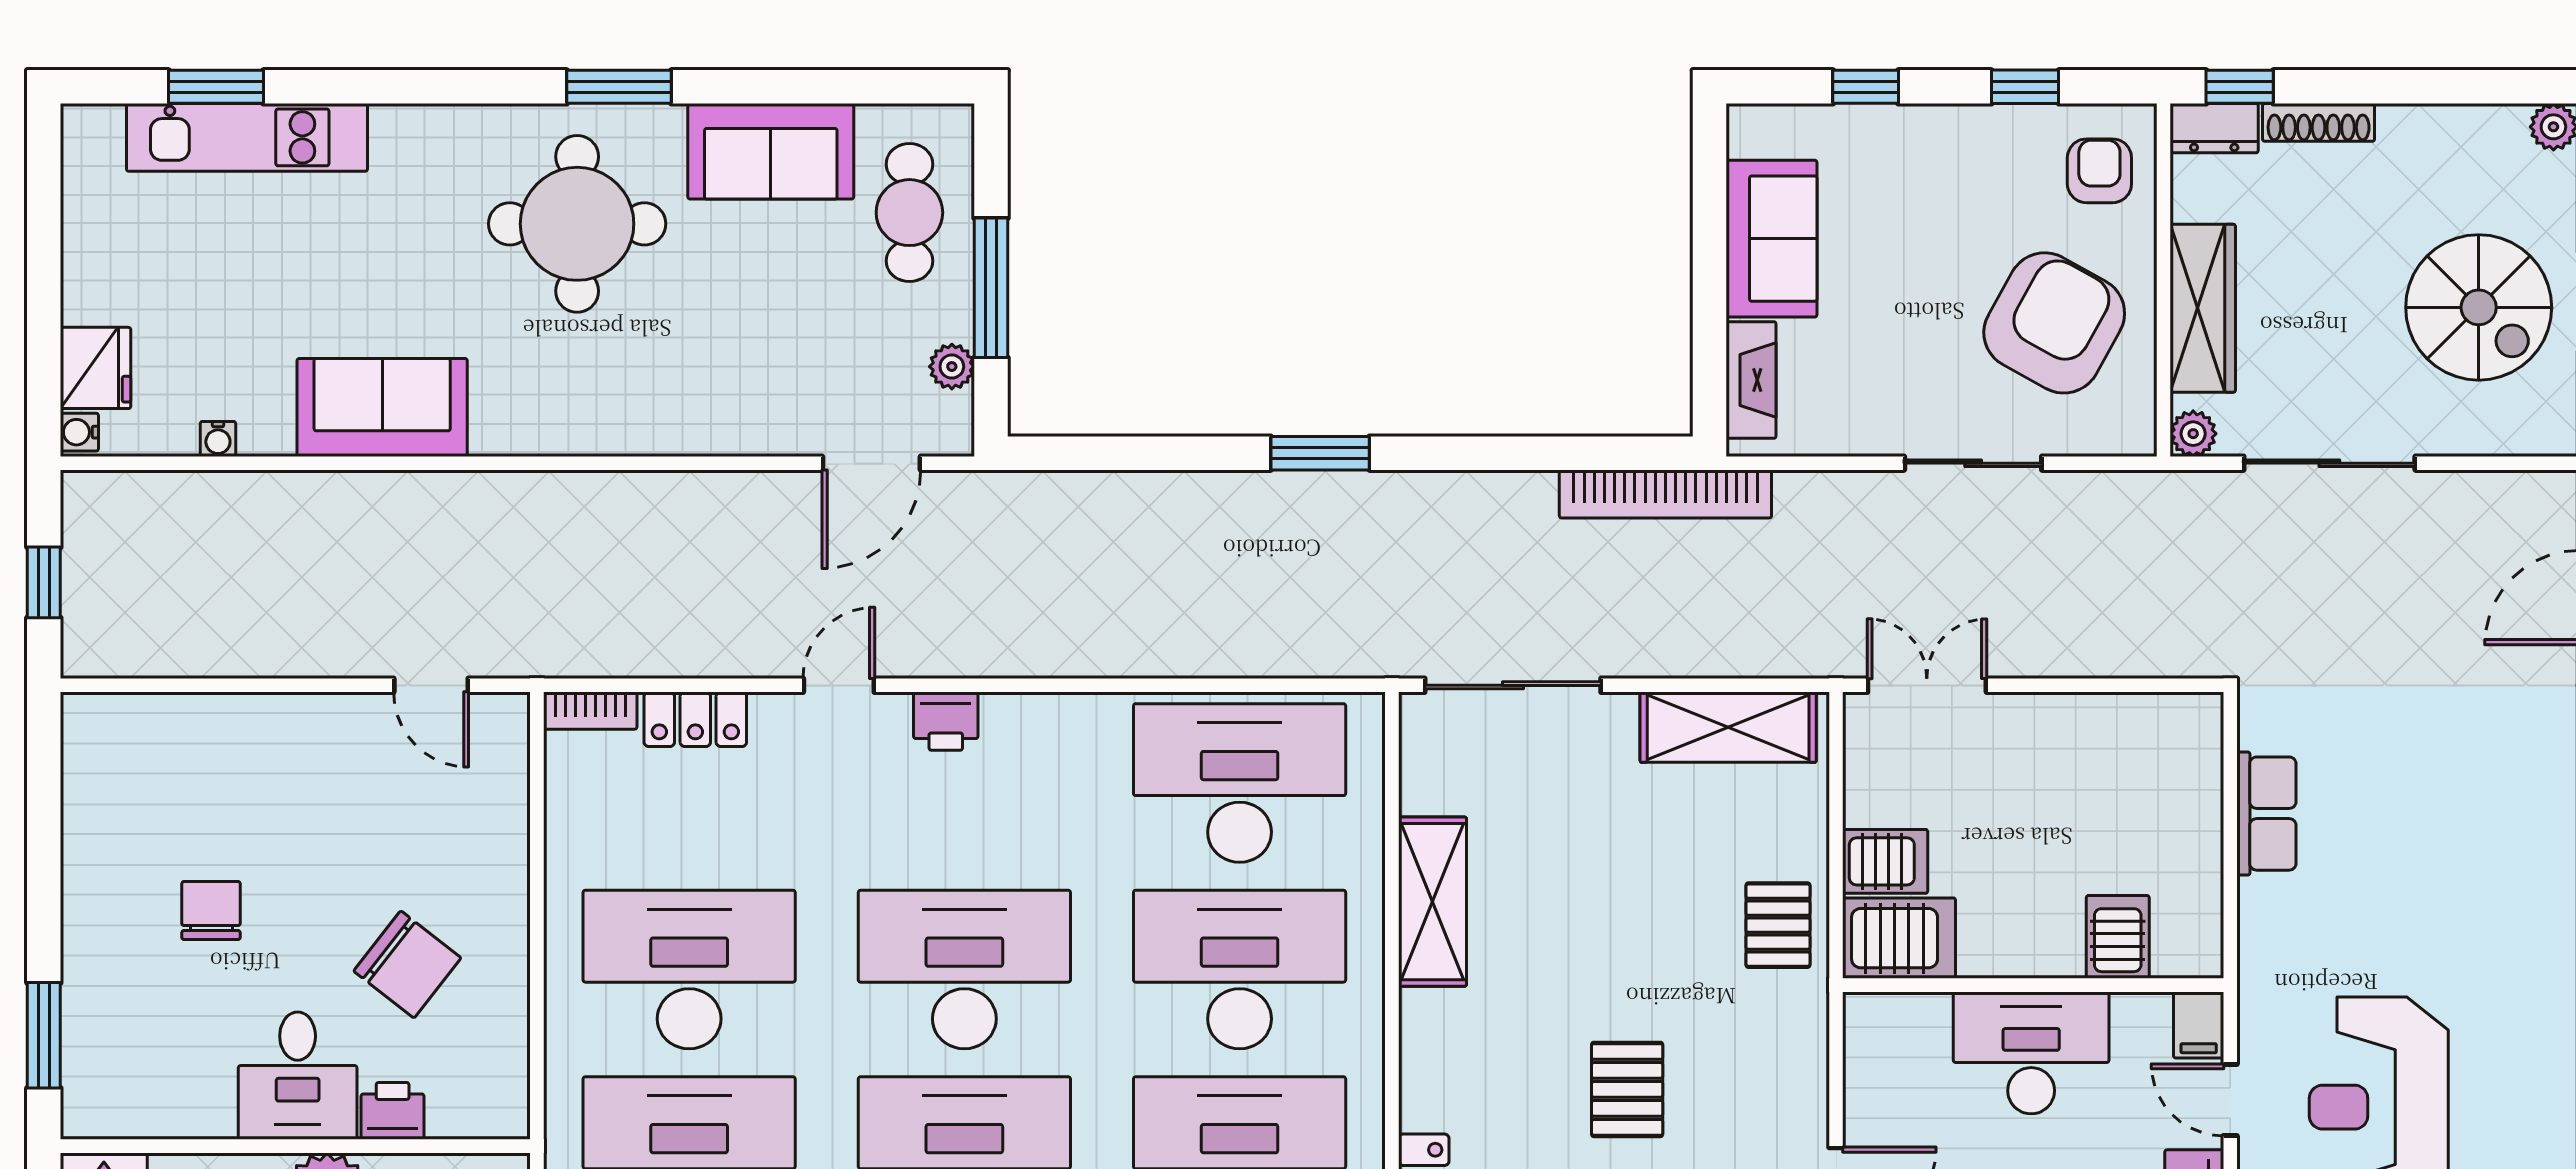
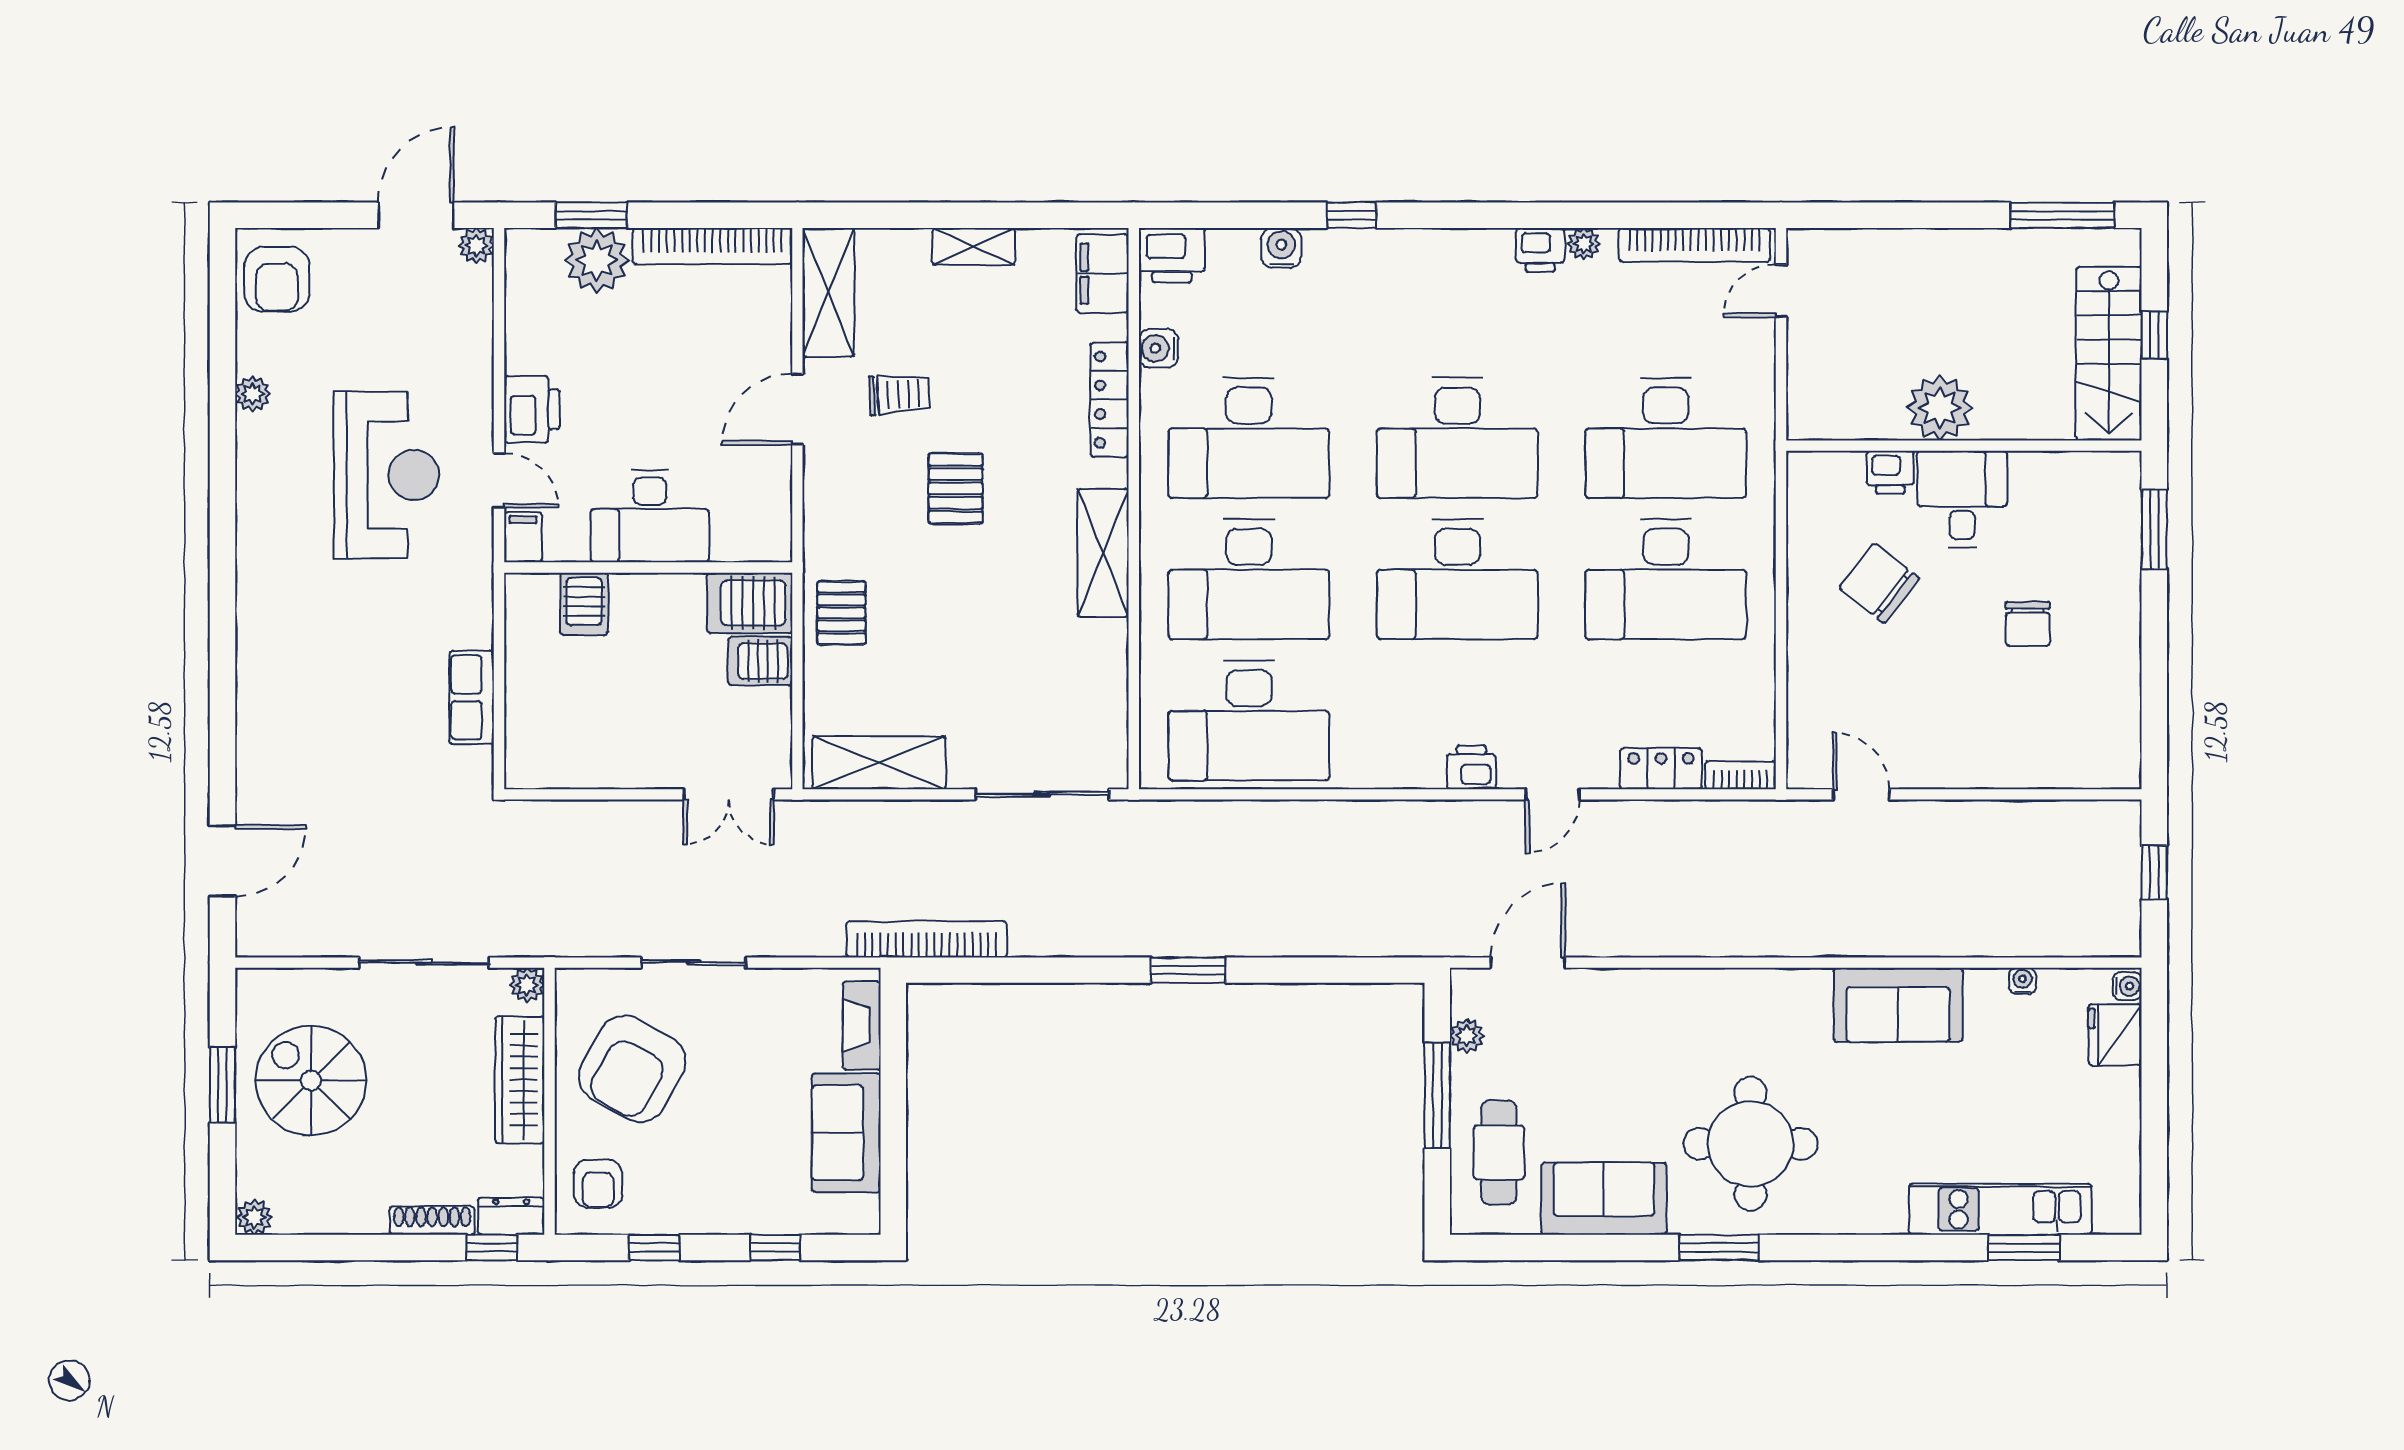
shelving: (1432, 902) -> (1103, 553), moved

